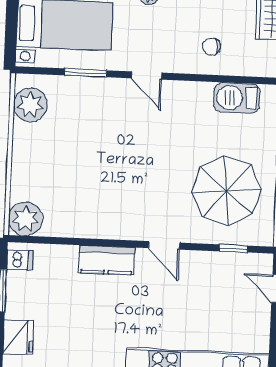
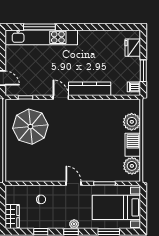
barbecue: (237, 98) -> (133, 145), moved, turned -90
plant: (26, 219) -> (132, 122), moved
kitchen counter: (107, 260) -> (90, 89), width x1.50

